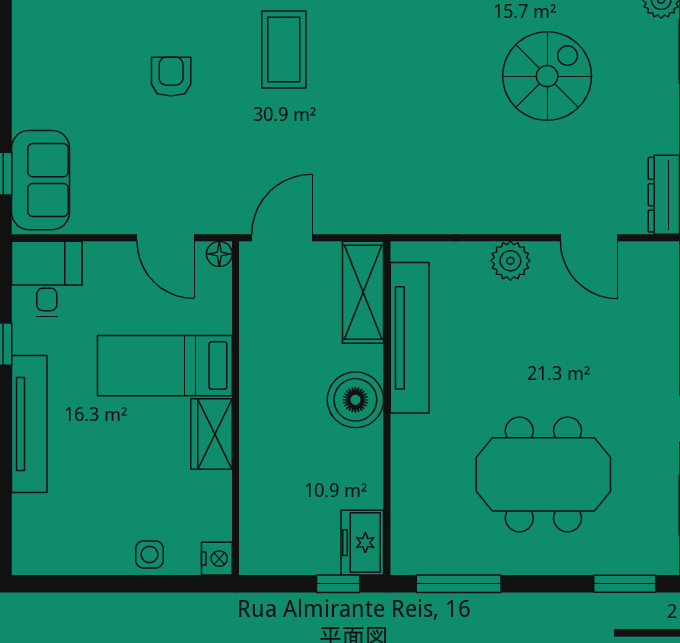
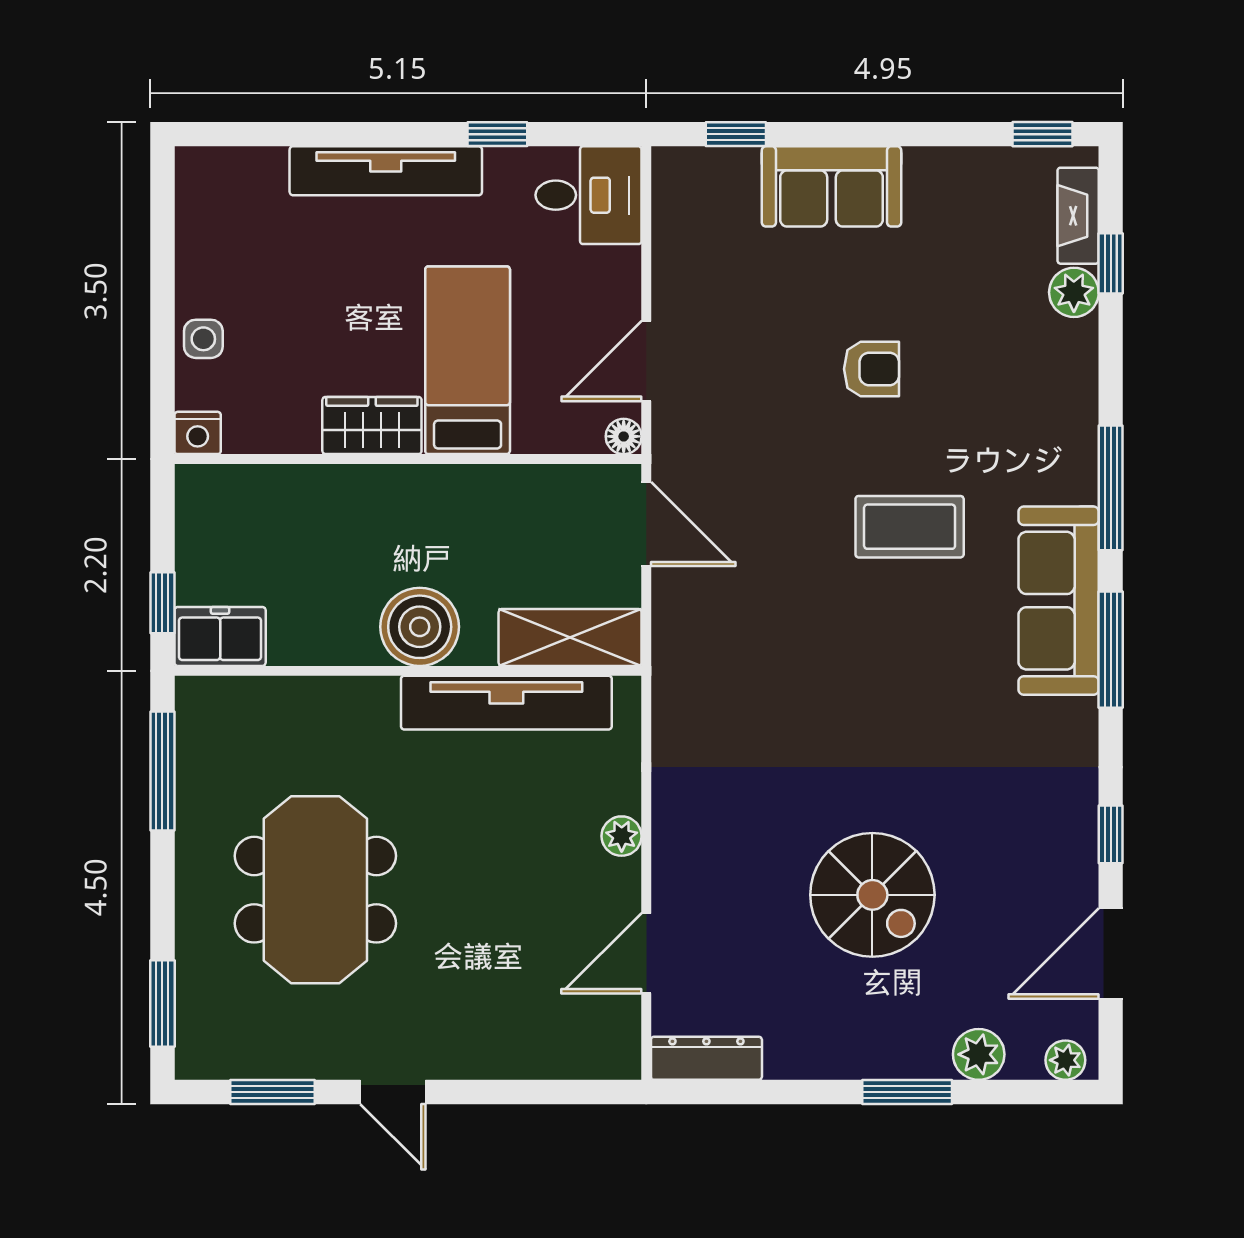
sofa: (40, 180) -> (831, 186), moved
plant: (510, 261) -> (622, 836), width x0.73, depth x0.73

